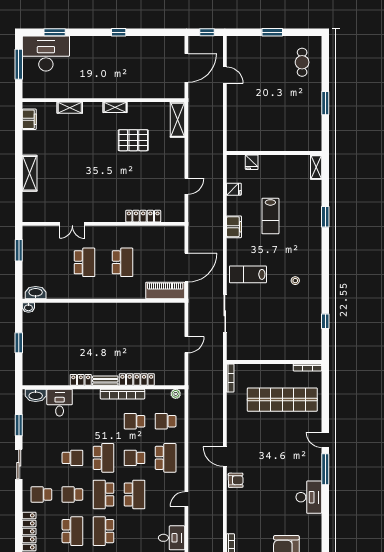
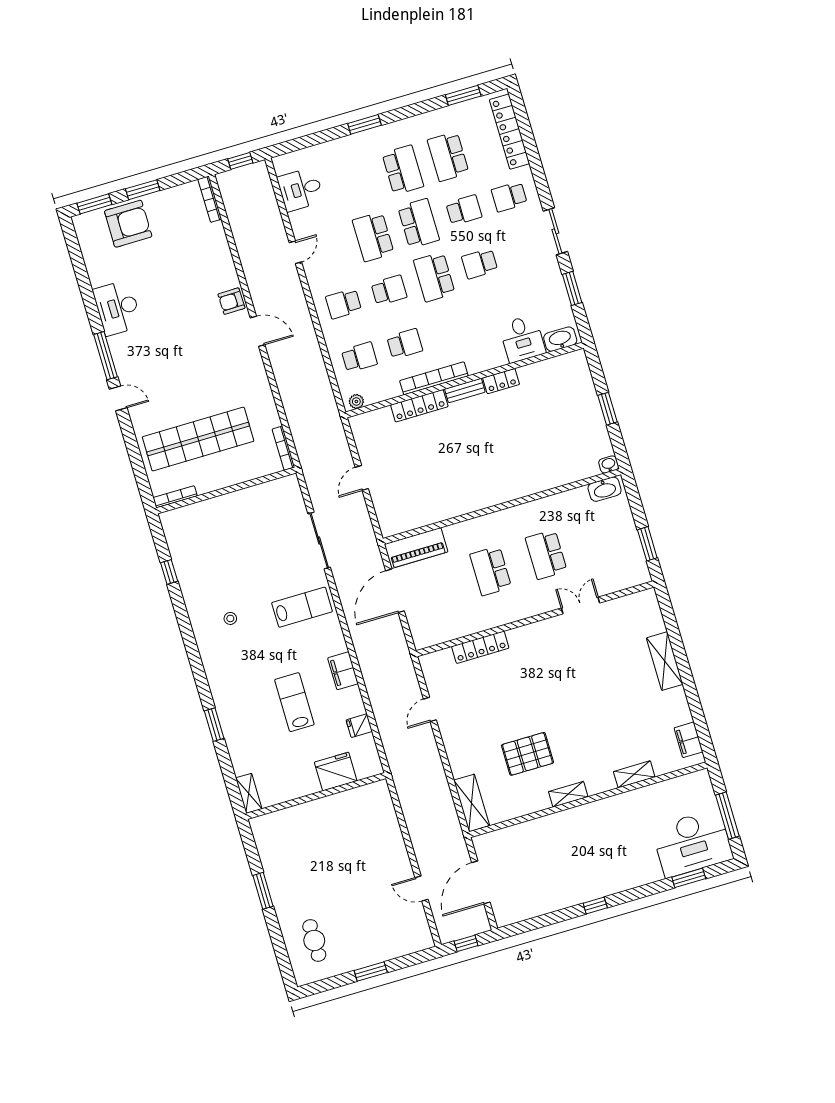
fridge: (252, 162) -> (336, 771), width x1.88, depth x1.34
school desk: (166, 458) -> (344, 304), width x0.54
school desk: (41, 494) -> (509, 197), turned 180

